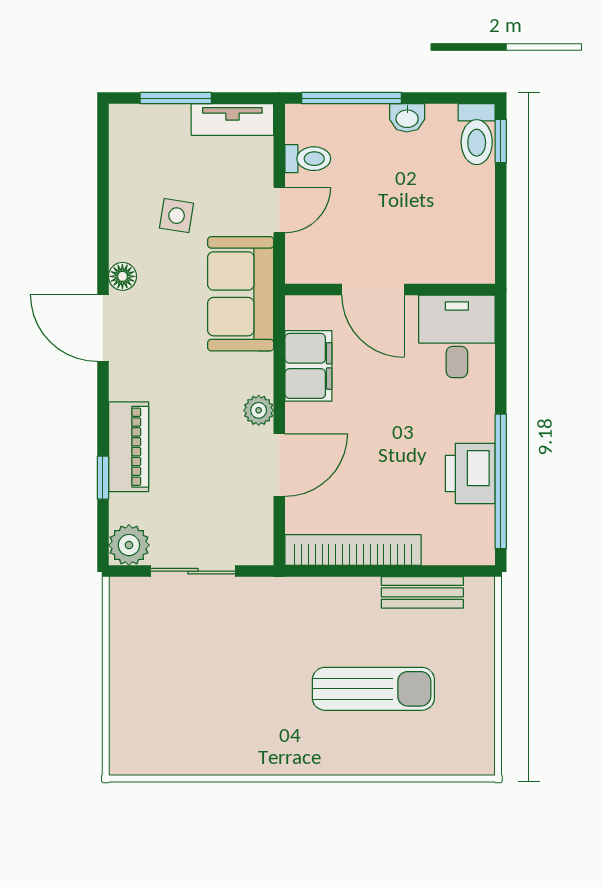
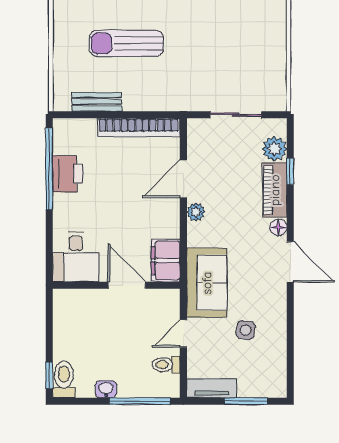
floor lamp: (122, 276) -> (278, 227), moved
filing cabinet: (308, 366) -> (166, 260), moved
plant: (129, 545) -> (274, 149), moved

